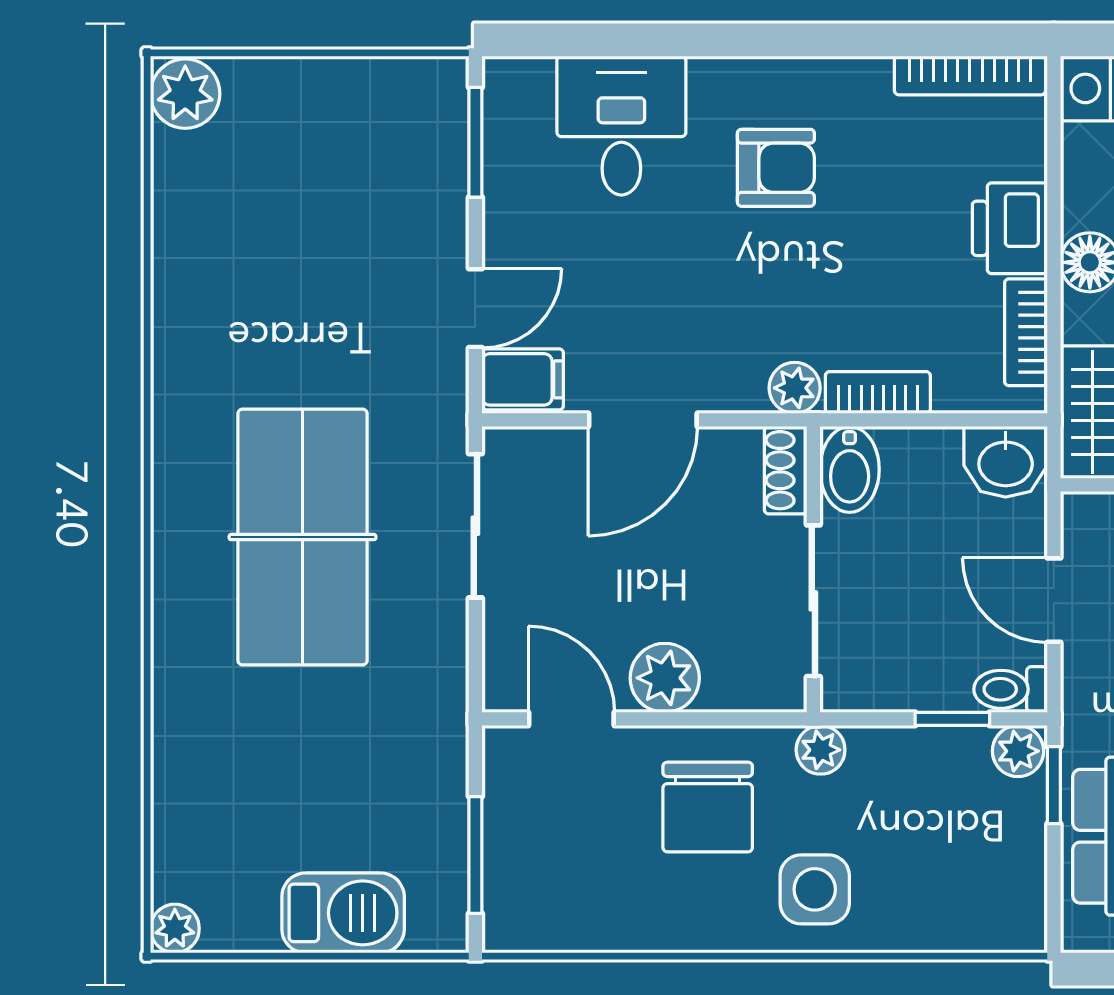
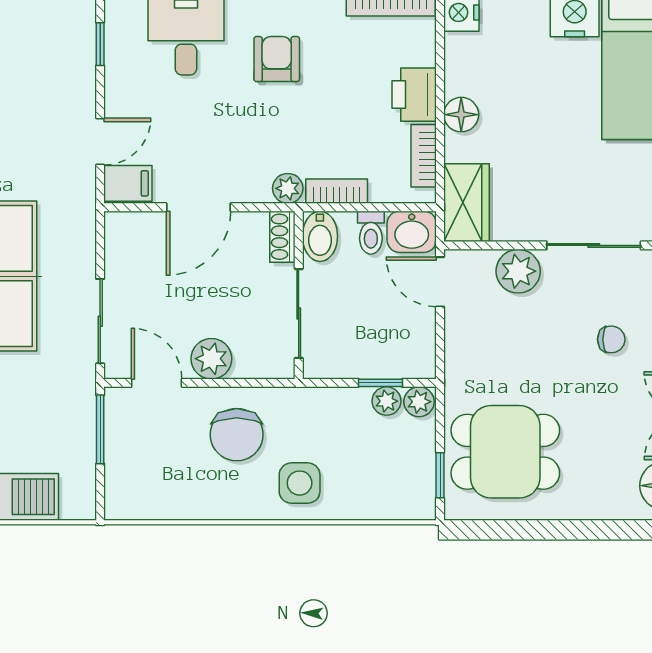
window: (475, 142) -> (100, 44), width x0.67
armchair: (776, 168) -> (277, 59), turned -90
sliding door: (475, 526) -> (100, 321), moved
door: (1054, 600) -> (440, 282), moved
toilet: (1011, 689) -> (371, 233), moved, turned -90
plant: (821, 750) -> (387, 401), moved
window: (1054, 785) -> (440, 475), moved
window: (475, 855) -> (100, 429), moved

